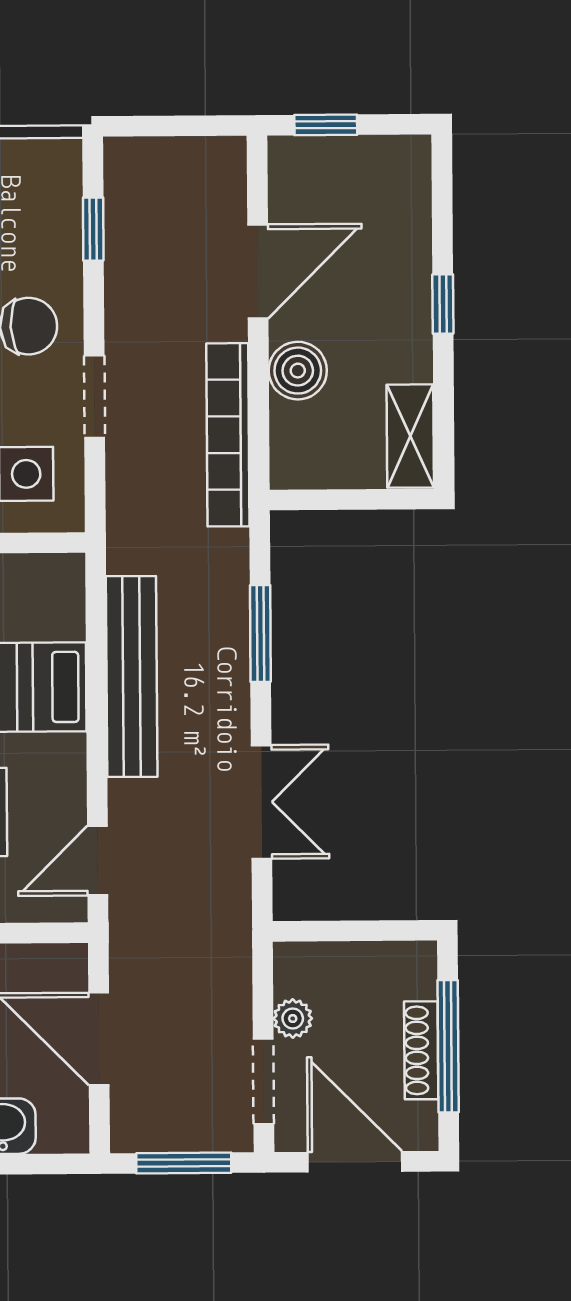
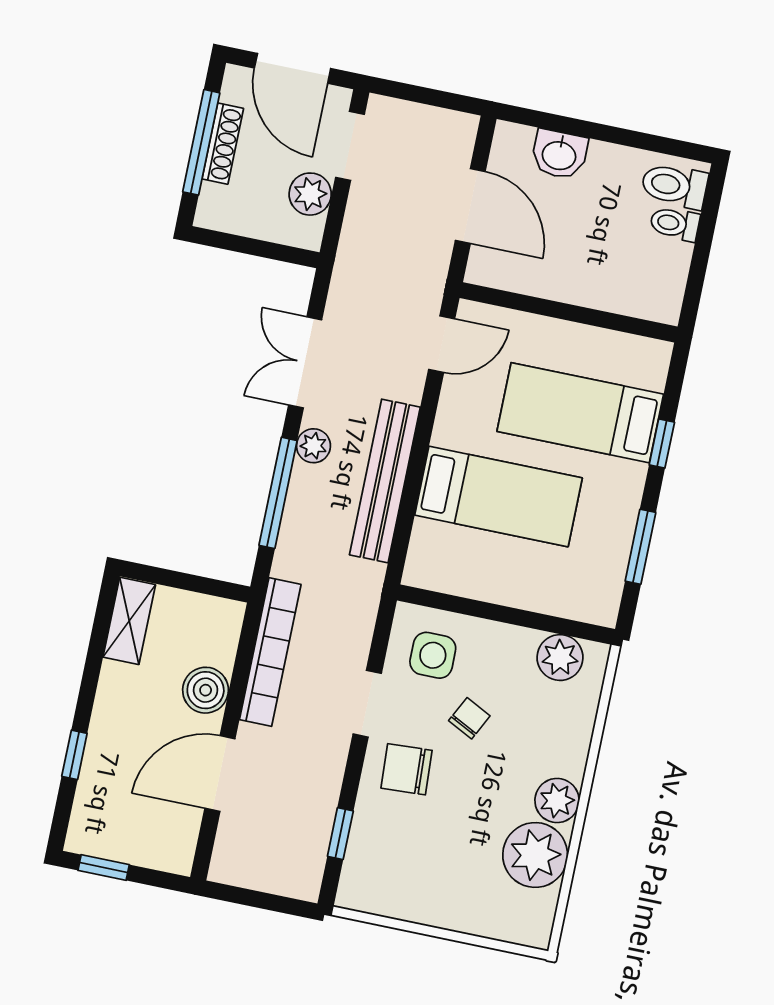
window: (326, 125) -> (104, 867), moved
window: (443, 304) -> (74, 755), moved
window: (260, 633) -> (278, 493), width x1.44
plant: (229, 701) -> (313, 446), added
plant: (293, 1018) -> (310, 194), width x1.38, depth x1.38
window: (184, 1163) -> (425, 96), removed

